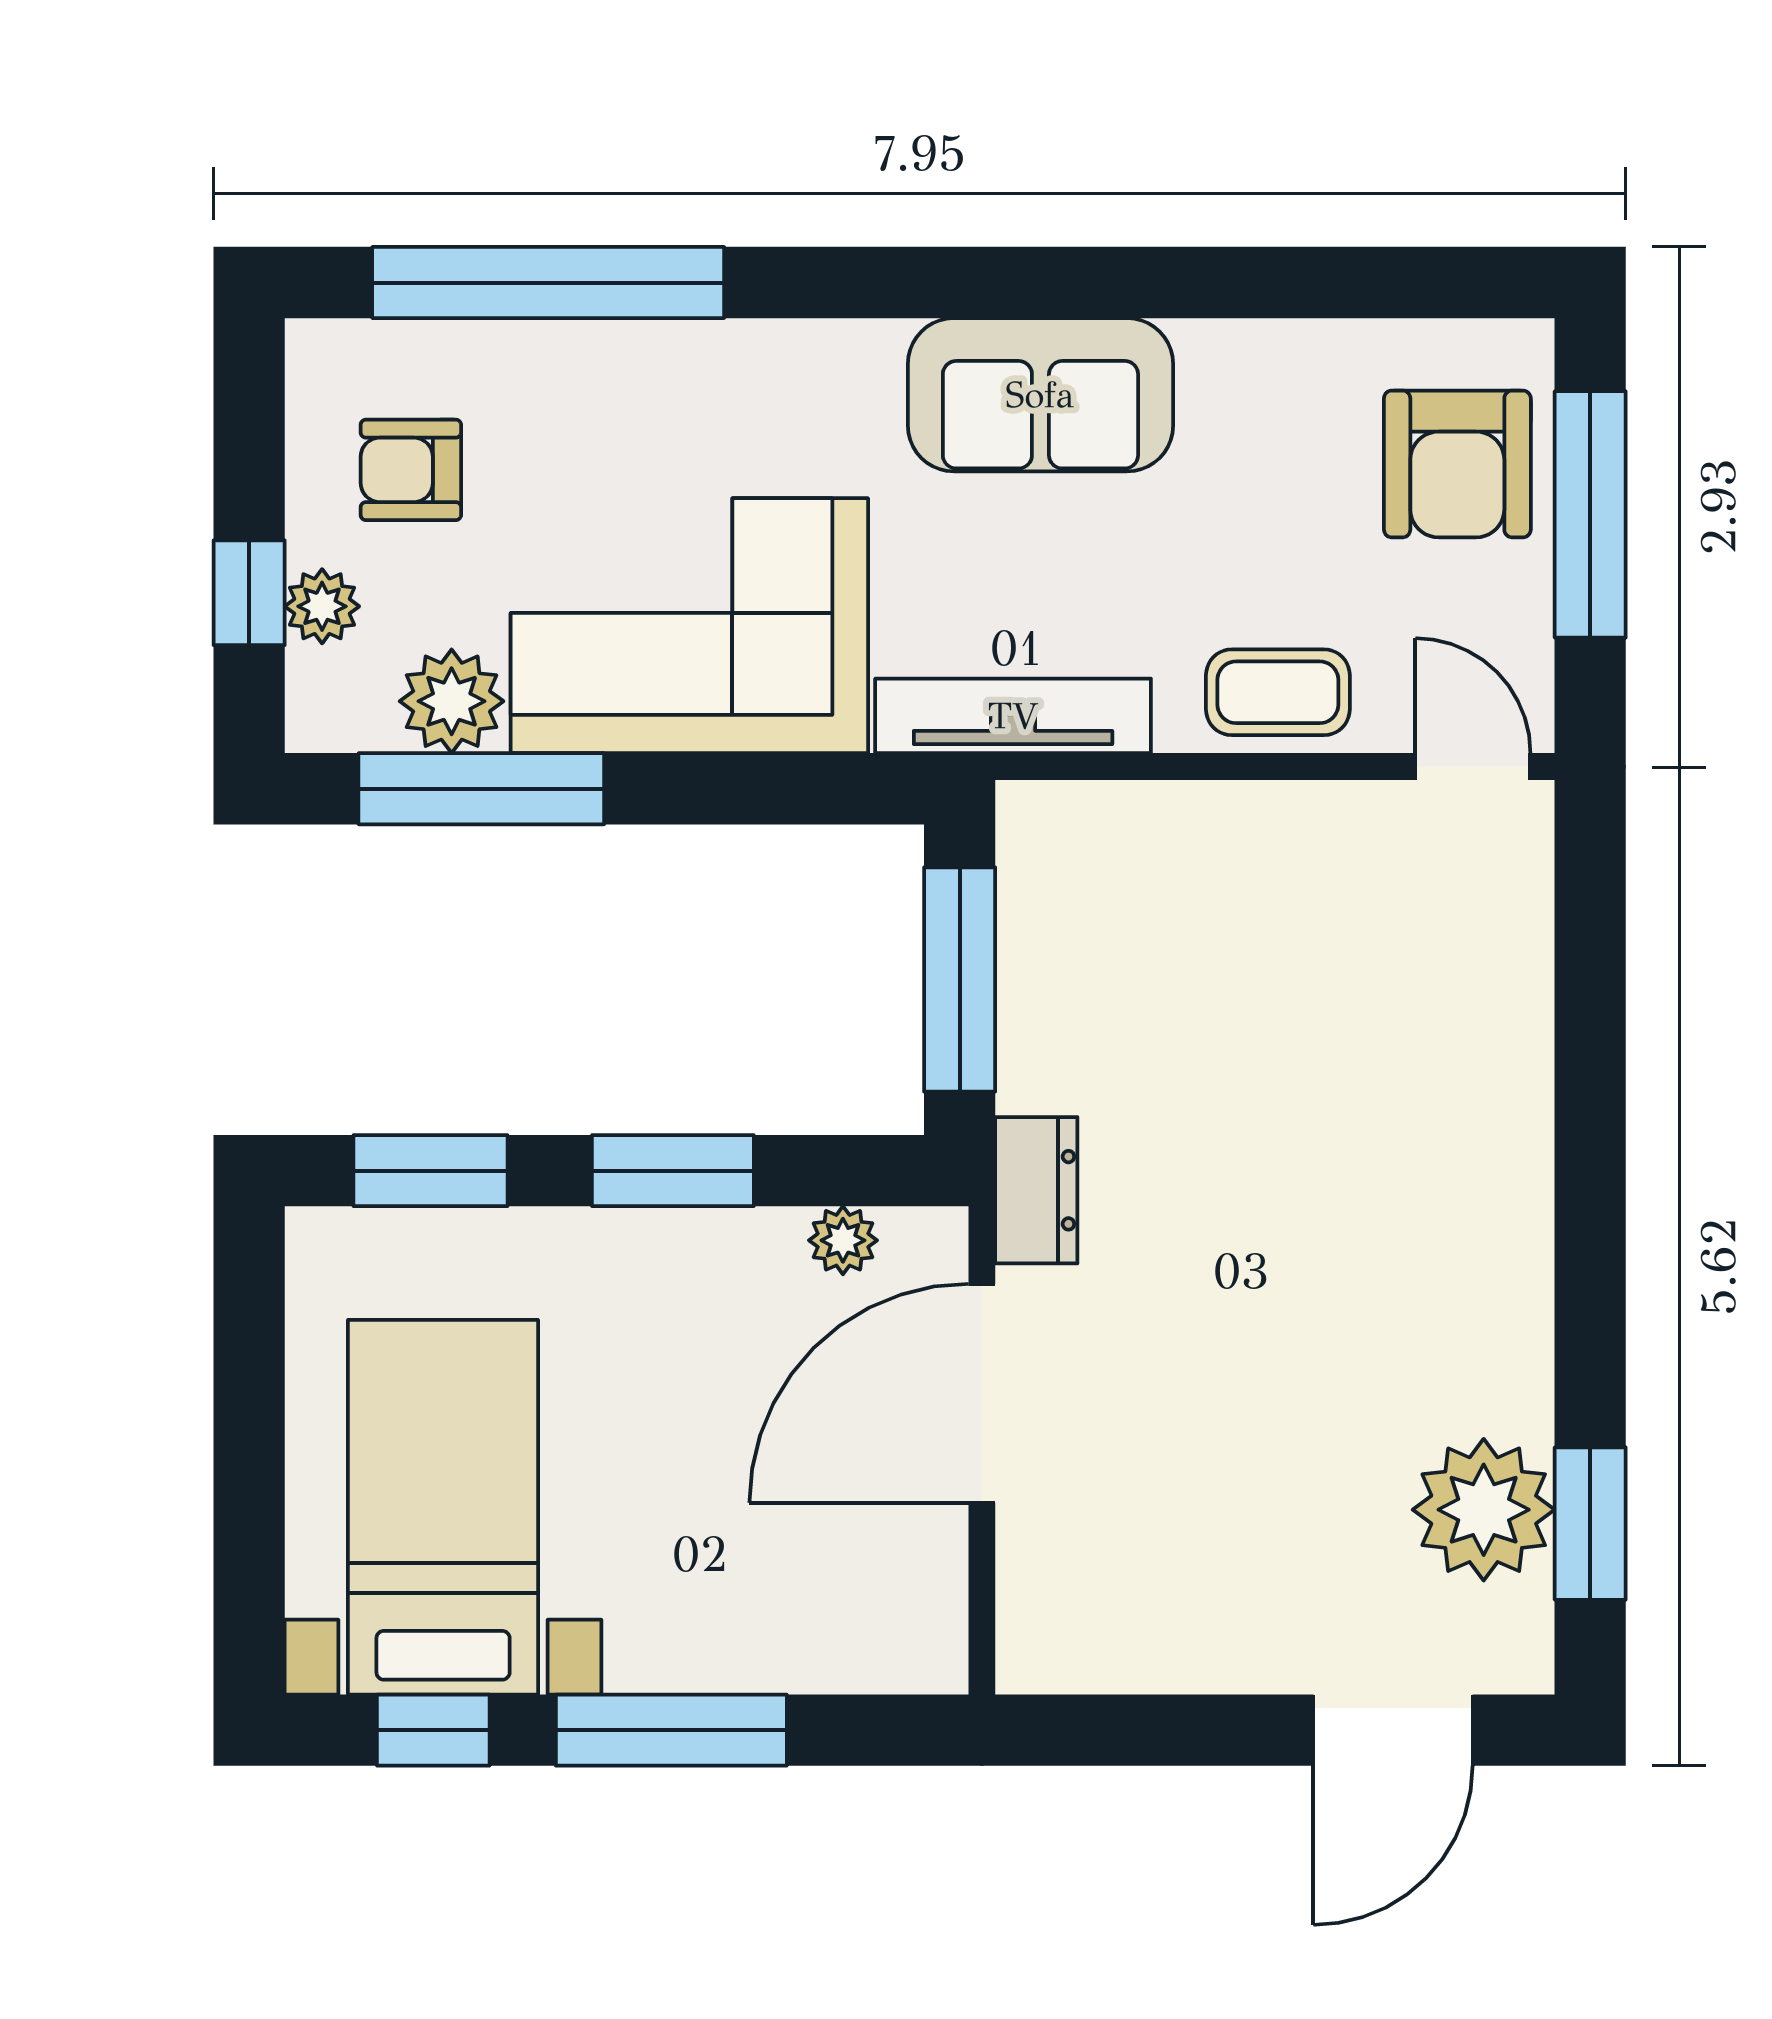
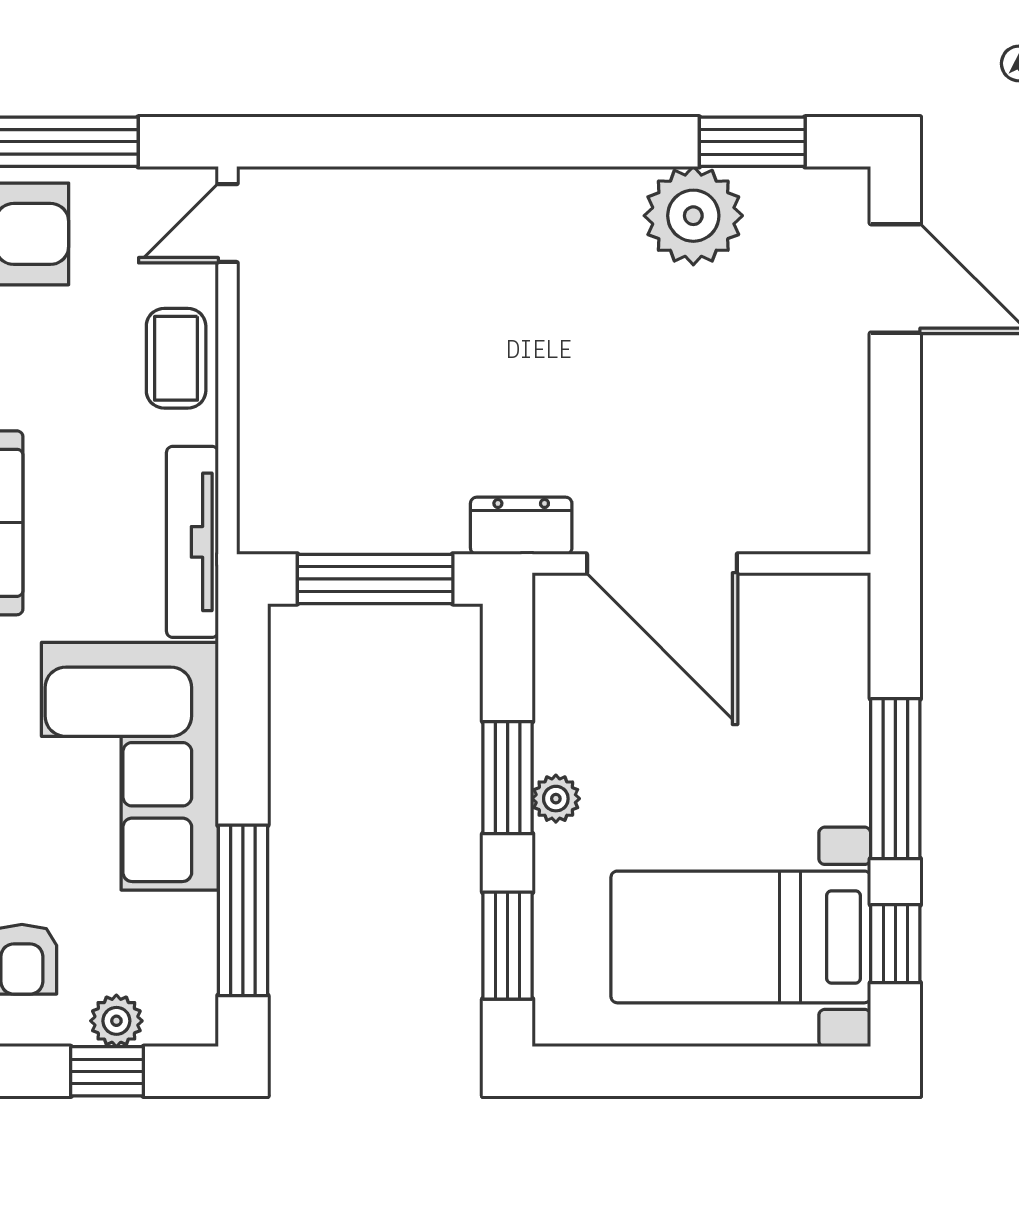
plant: (452, 701) -> (182, 931), removed
plant: (843, 1240) -> (556, 799), moved
plant: (1484, 1510) -> (693, 216), moved

